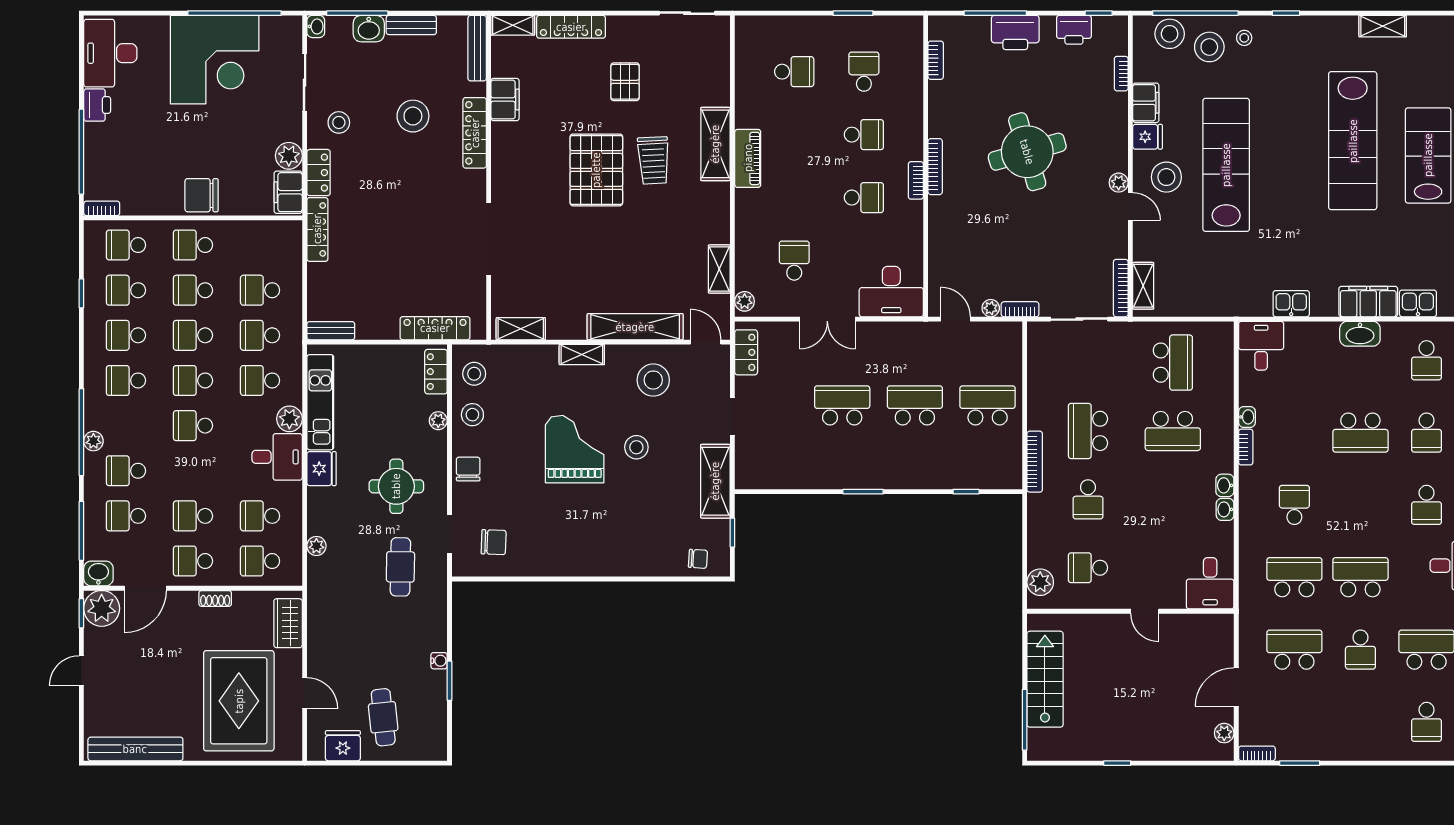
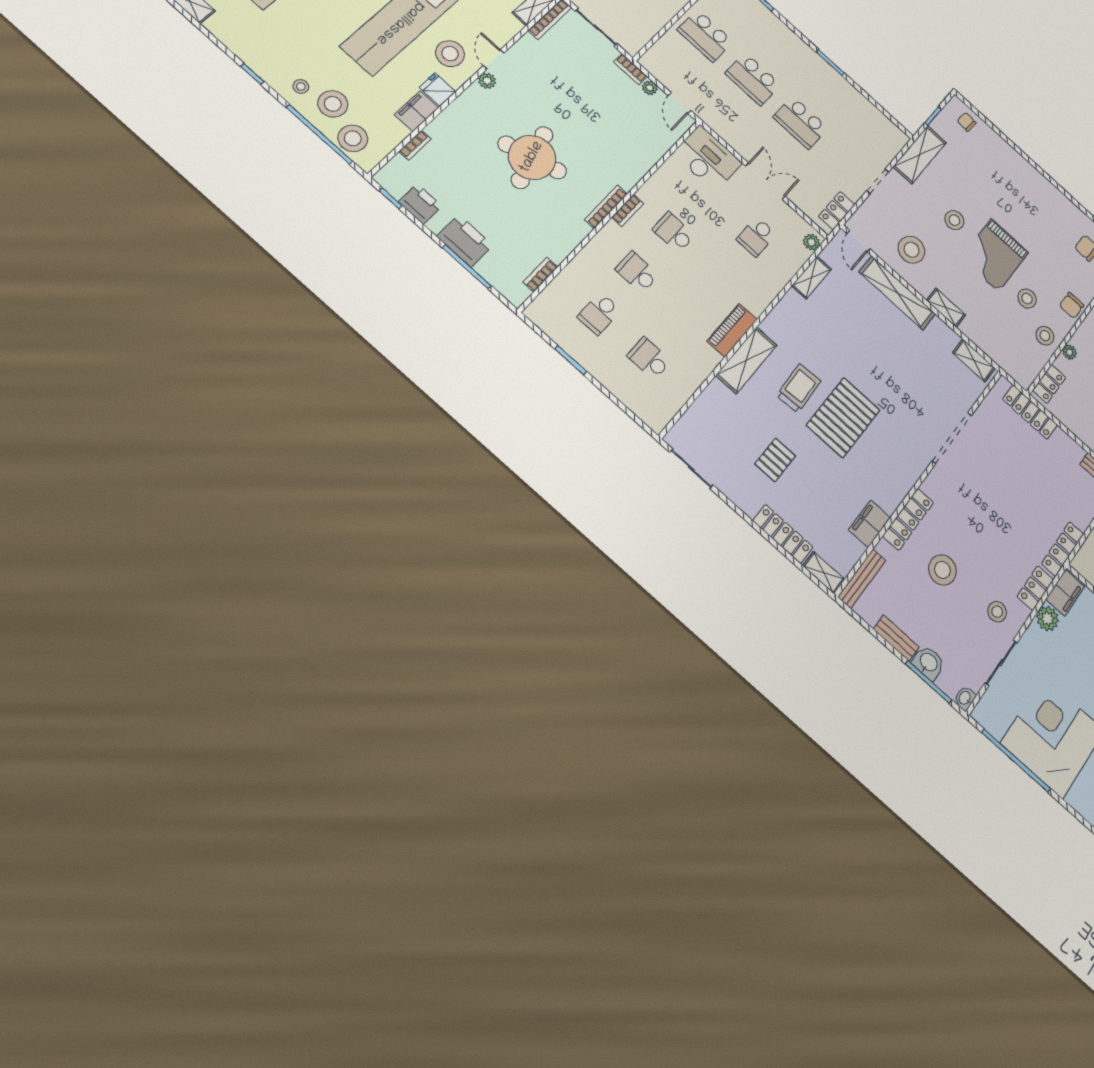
stool: (474, 374) -> (1027, 299), moved

